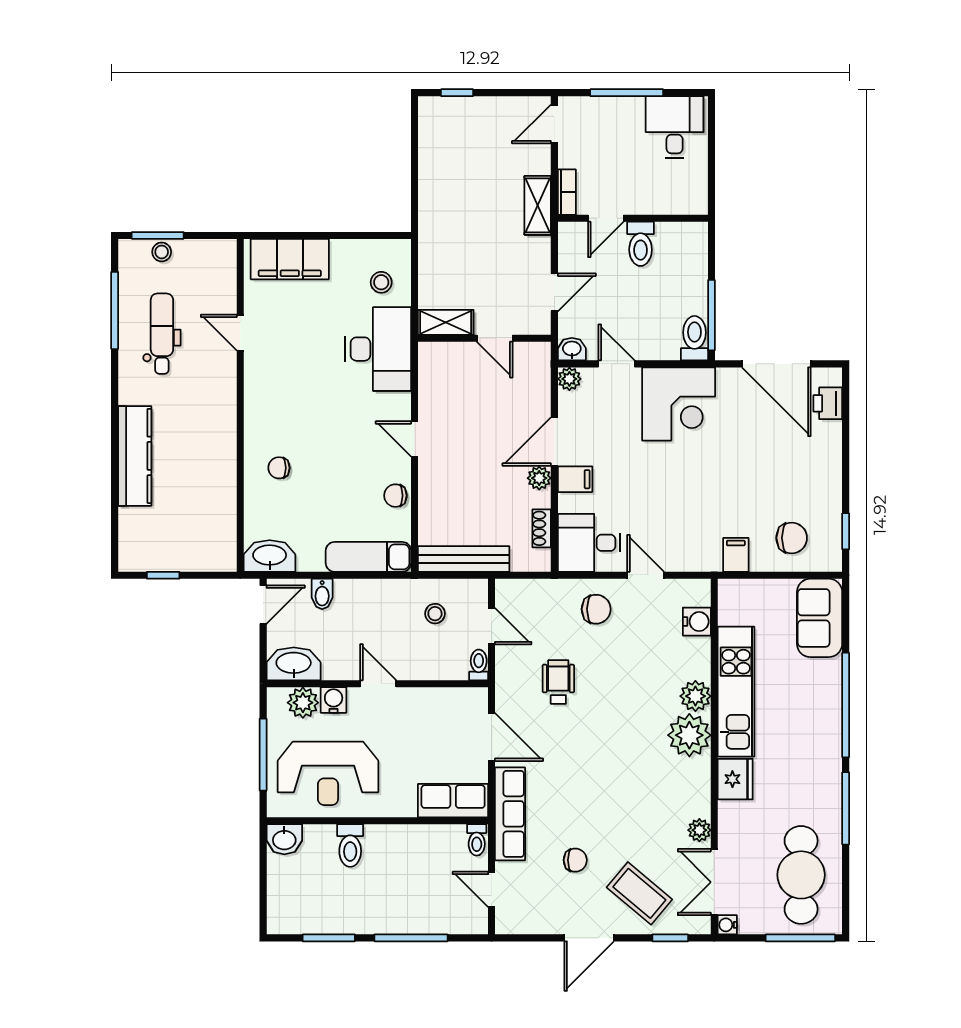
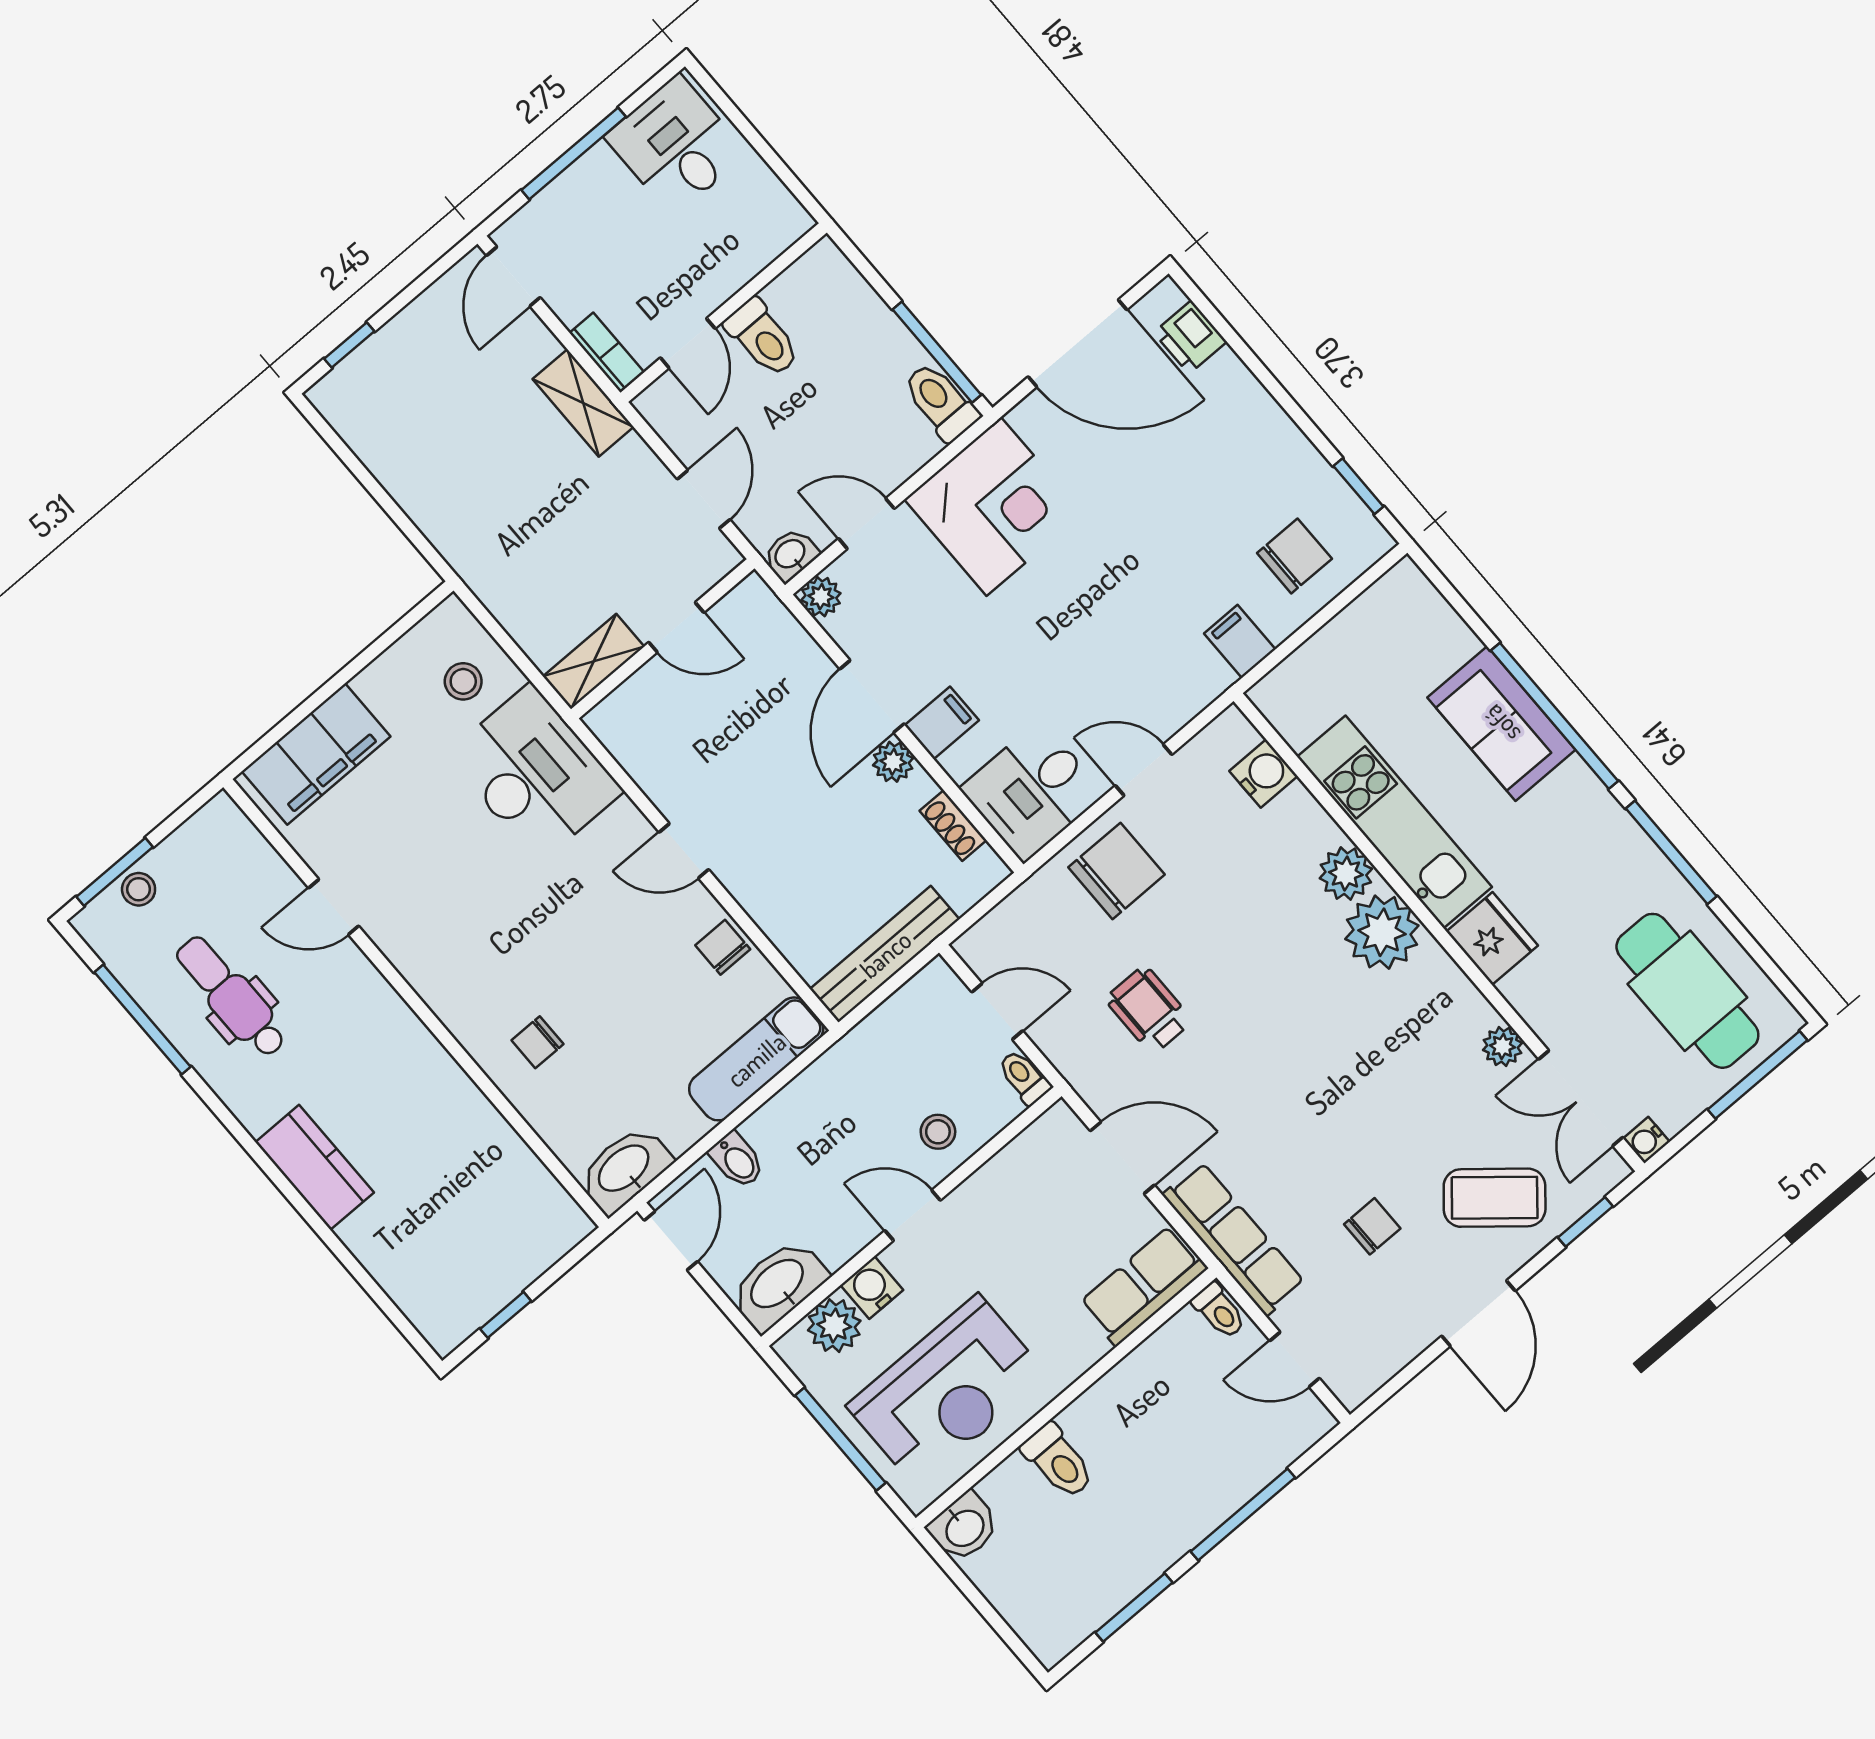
kitchen counter: (135, 456) -> (315, 1167), width x0.67
chair: (395, 496) -> (723, 947), turned 90
chair: (596, 609) -> (1117, 871), width x1.37, depth x1.37
stool: (435, 614) -> (938, 1132), moved
sofa: (820, 618) -> (1501, 724), moved

